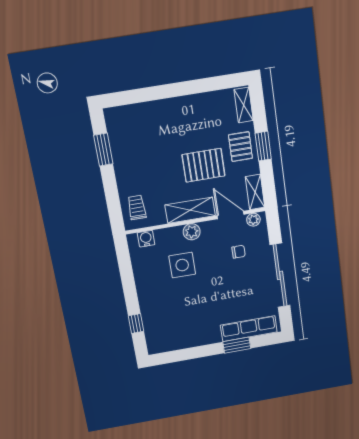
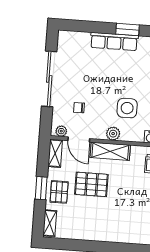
row of seats: (249, 329) -> (114, 41), moved
window: (237, 345) -> (128, 29), moved

